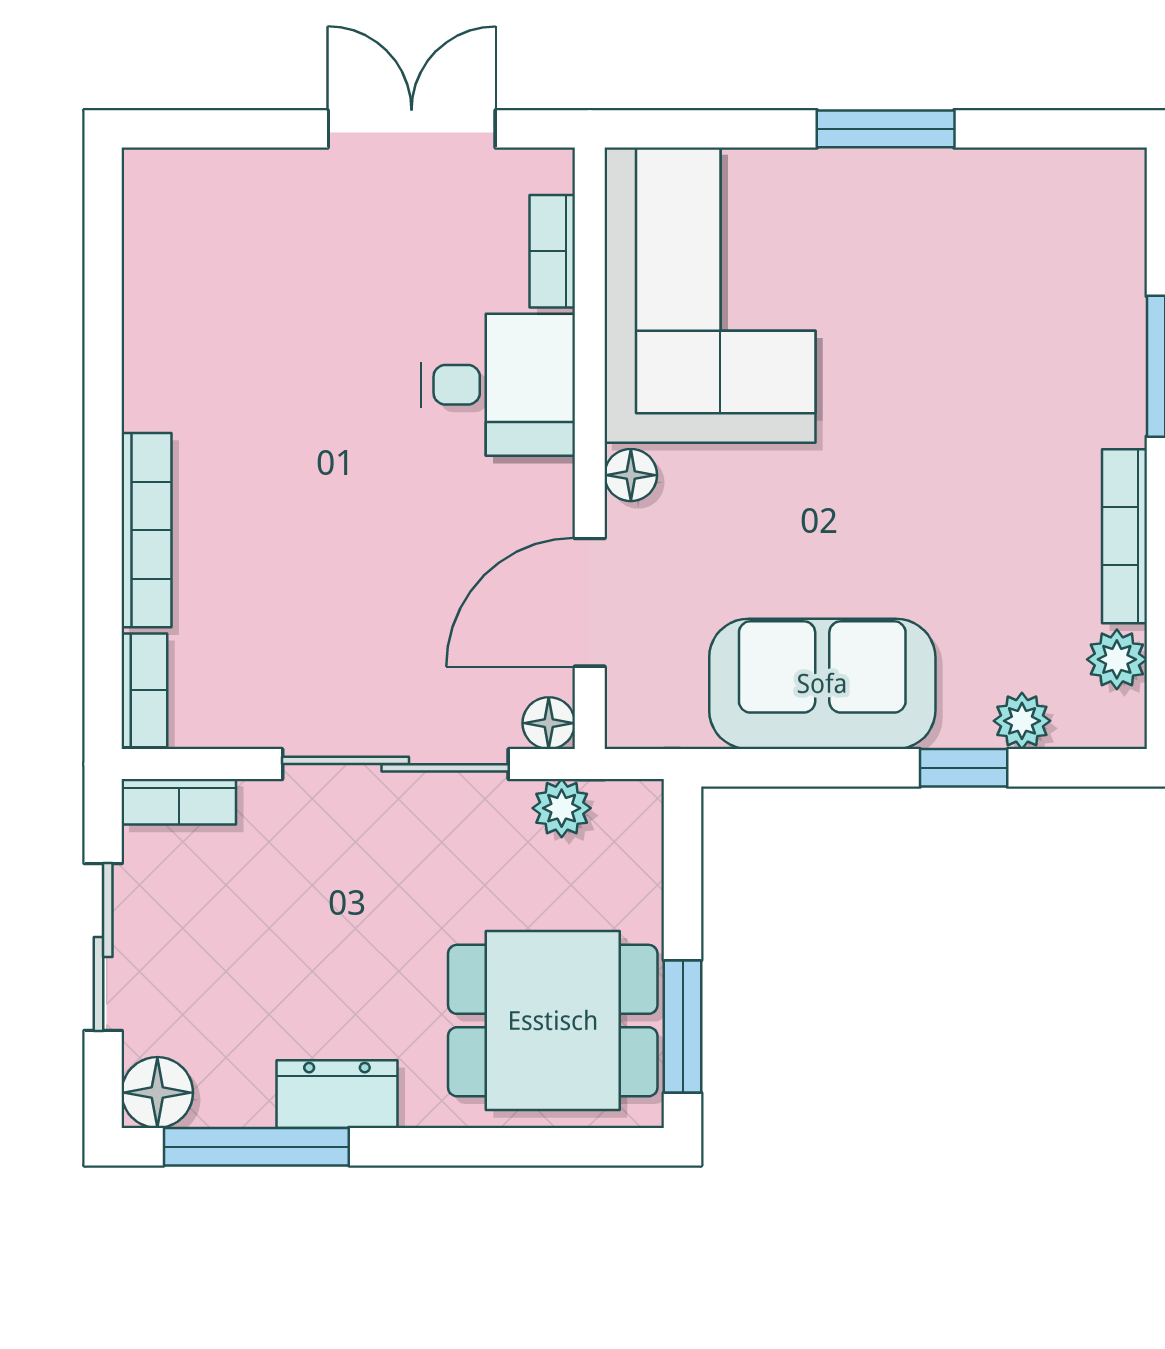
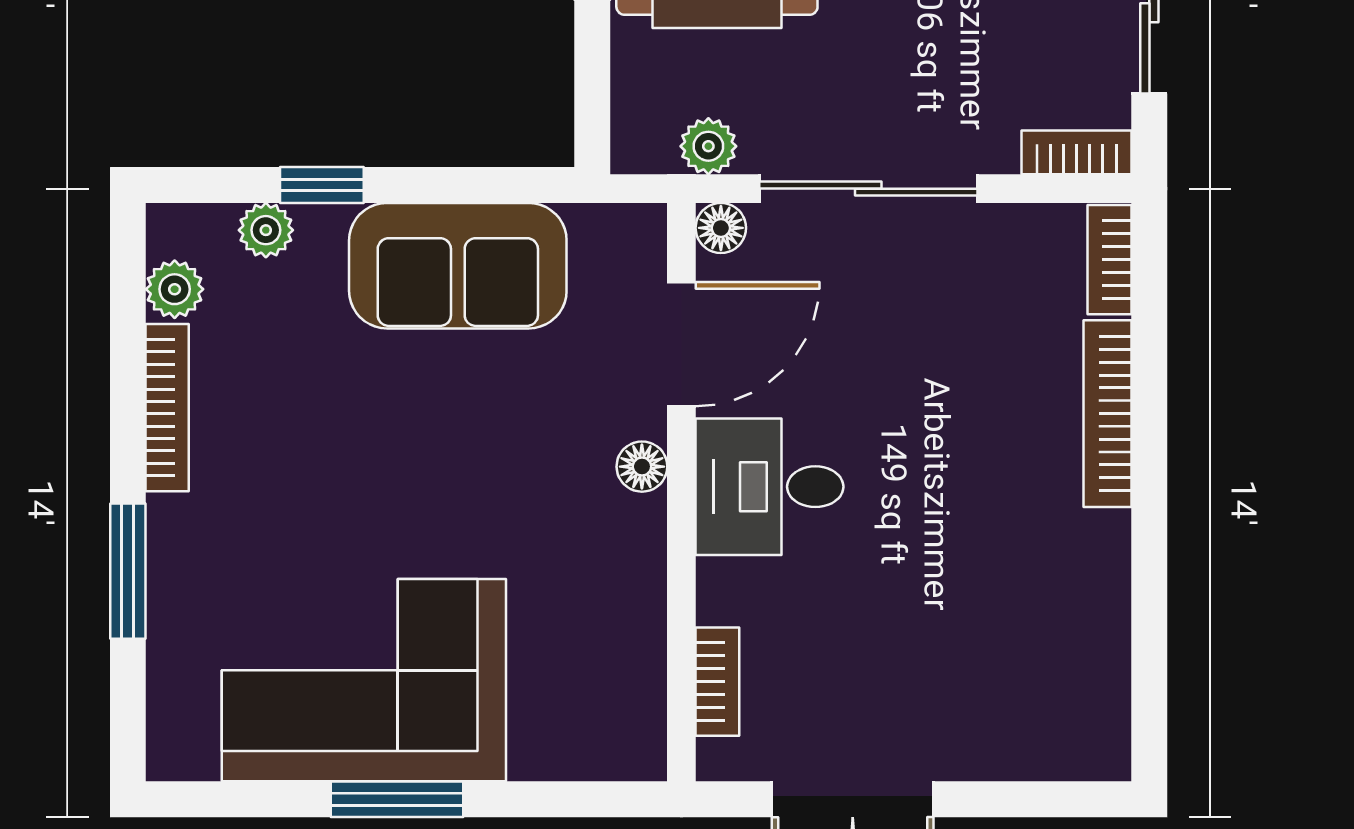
corner sofa: (710, 295) -> (364, 680), moved, turned 90
desk: (498, 385) -> (770, 487), moved

